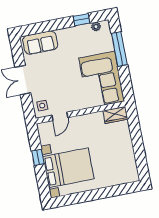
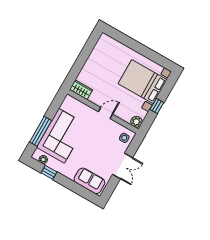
corner sofa: (102, 80) -> (62, 136), moved
door: (60, 116) -> (105, 113), moved
plant: (44, 129) -> (136, 122), added

